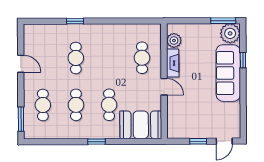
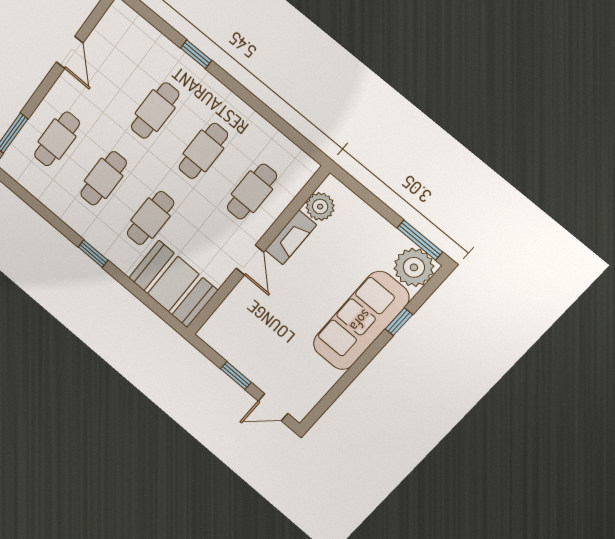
cafe table: (109, 58) -> (203, 151), added

